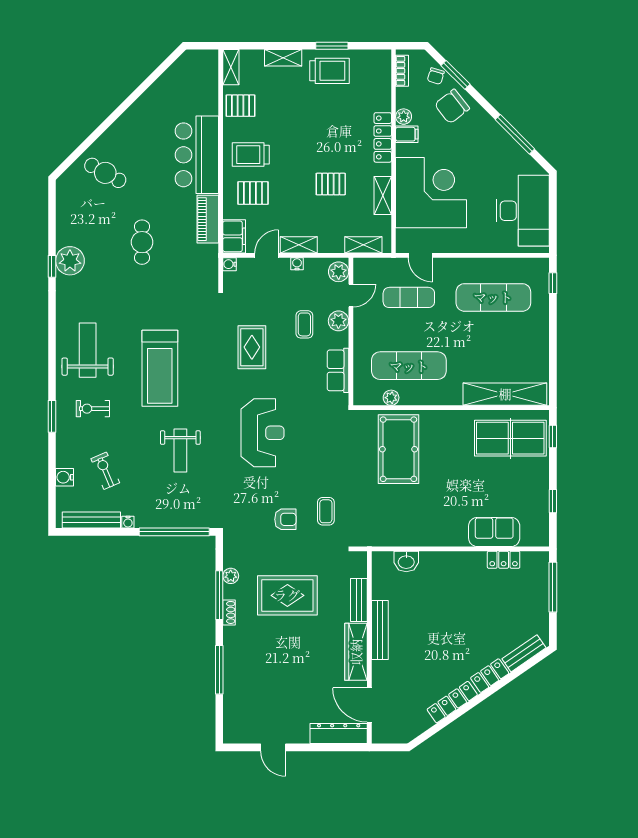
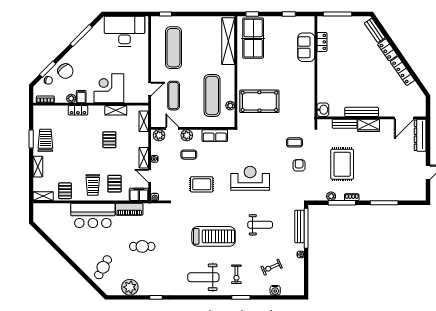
locker: (383, 137) -> (78, 110), width x0.66
corner desk: (431, 193) -> (109, 88), width x0.74, depth x0.74
plant: (70, 261) -> (130, 287), moved
bench: (91, 520) -> (299, 226), moved
washbasin: (406, 561) -> (323, 110), moved
wardrobe: (356, 652) -> (369, 125), width x0.67

